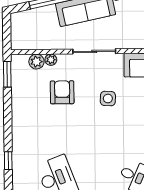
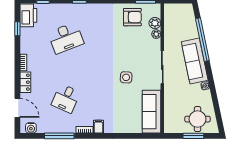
armchair: (62, 92) -> (132, 17), moved

